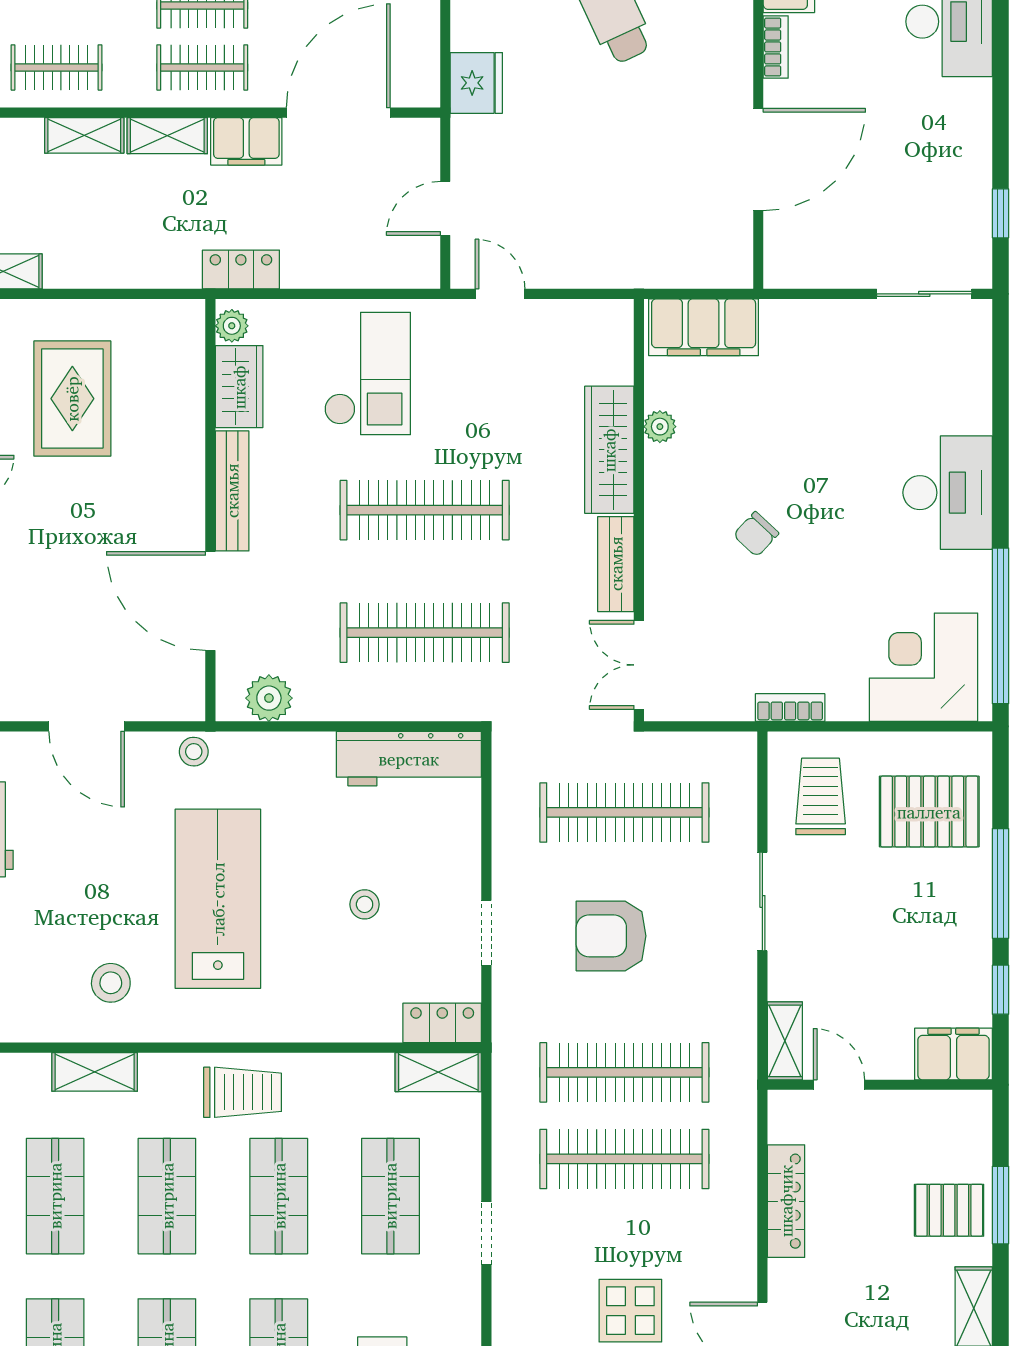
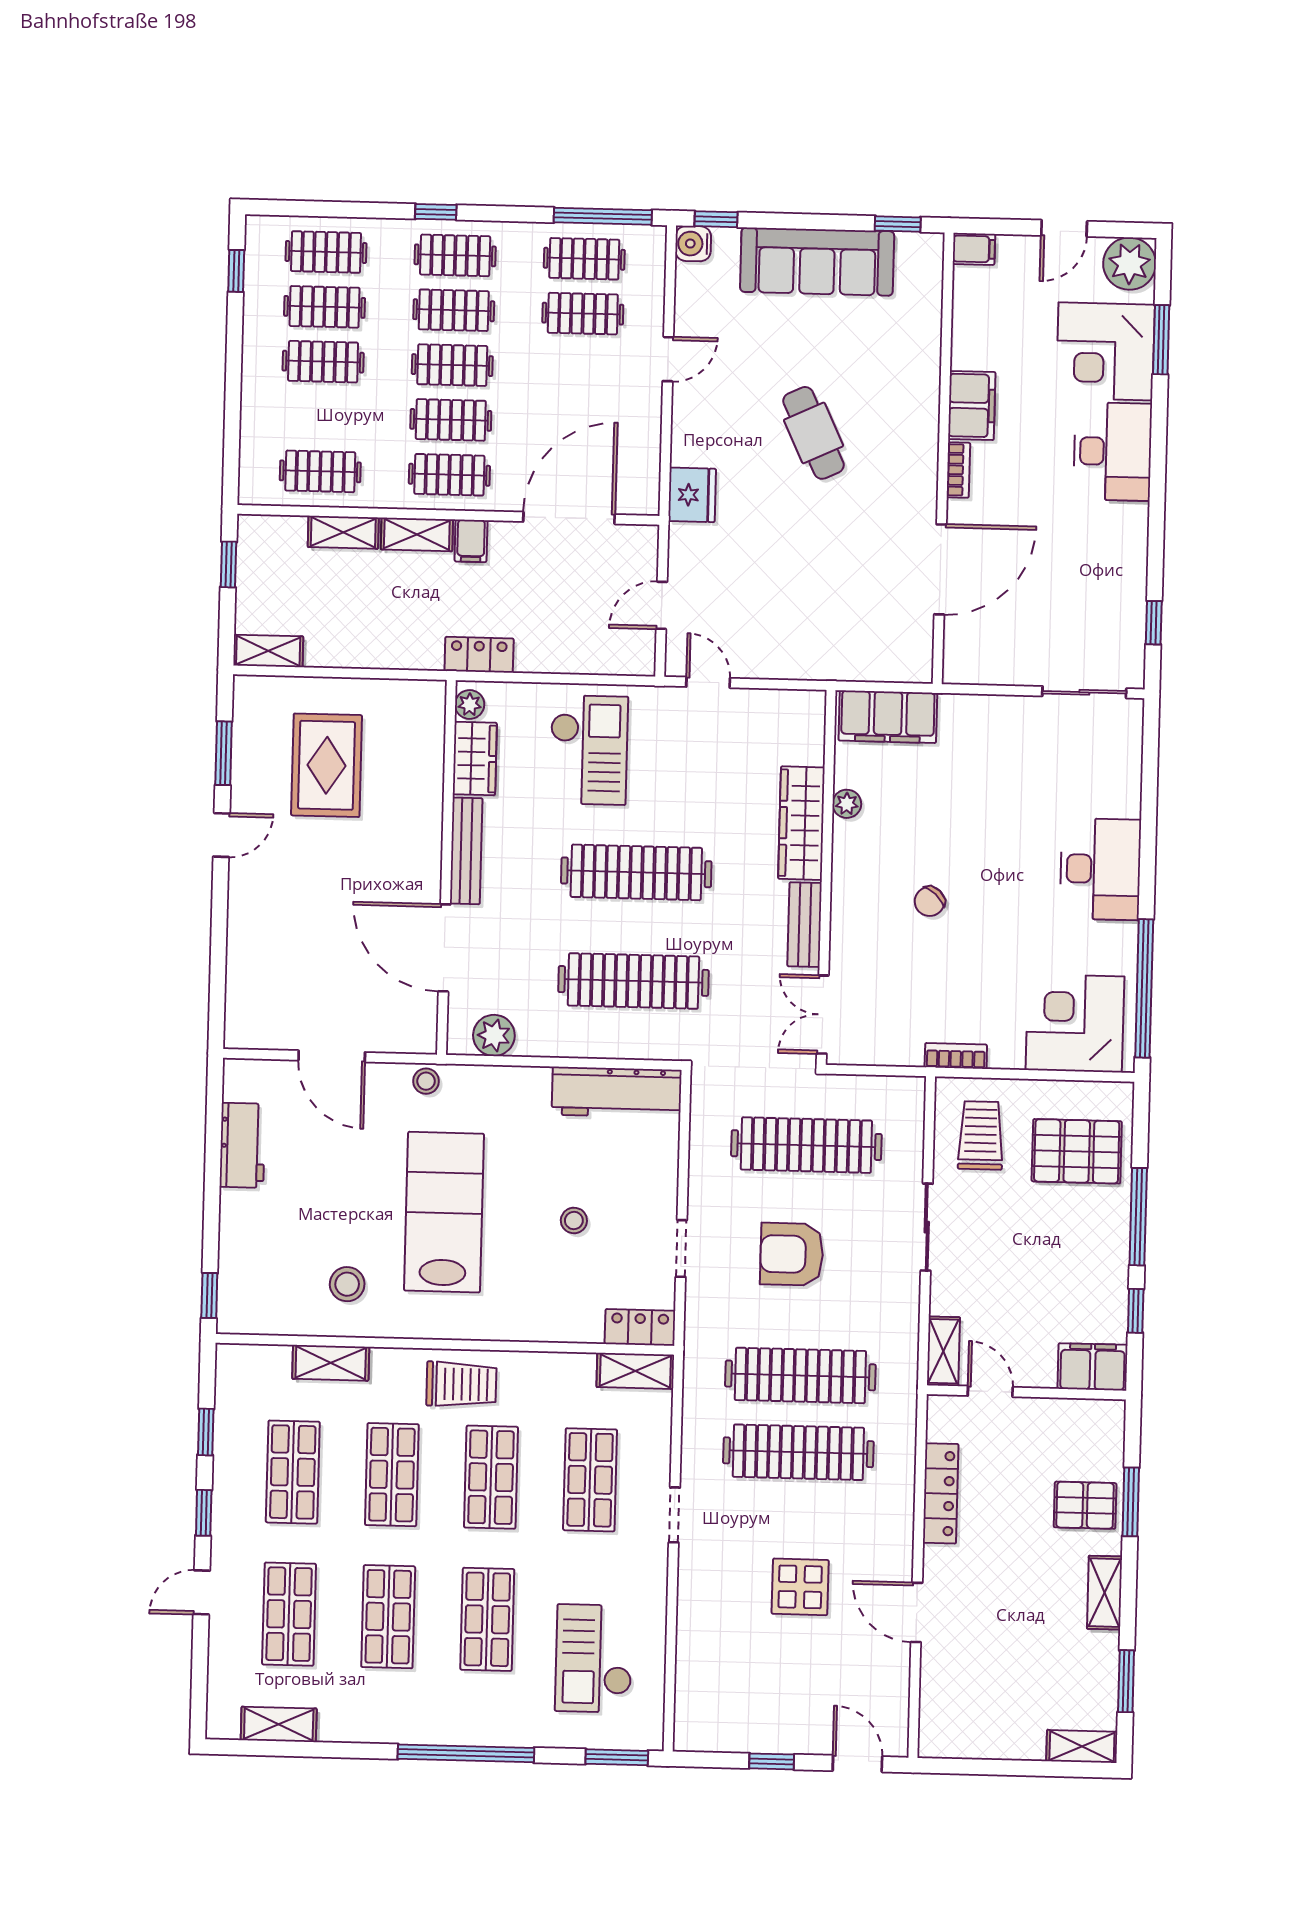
filing cabinet: (246, 141) -> (471, 541), width x0.50

